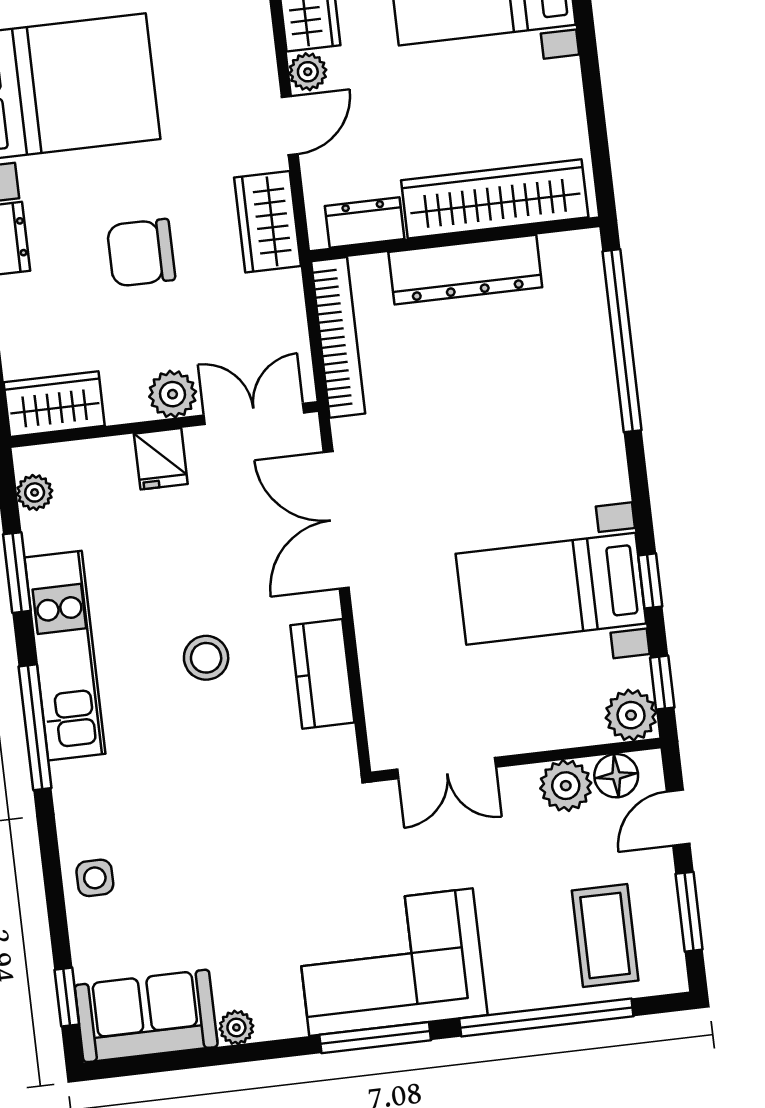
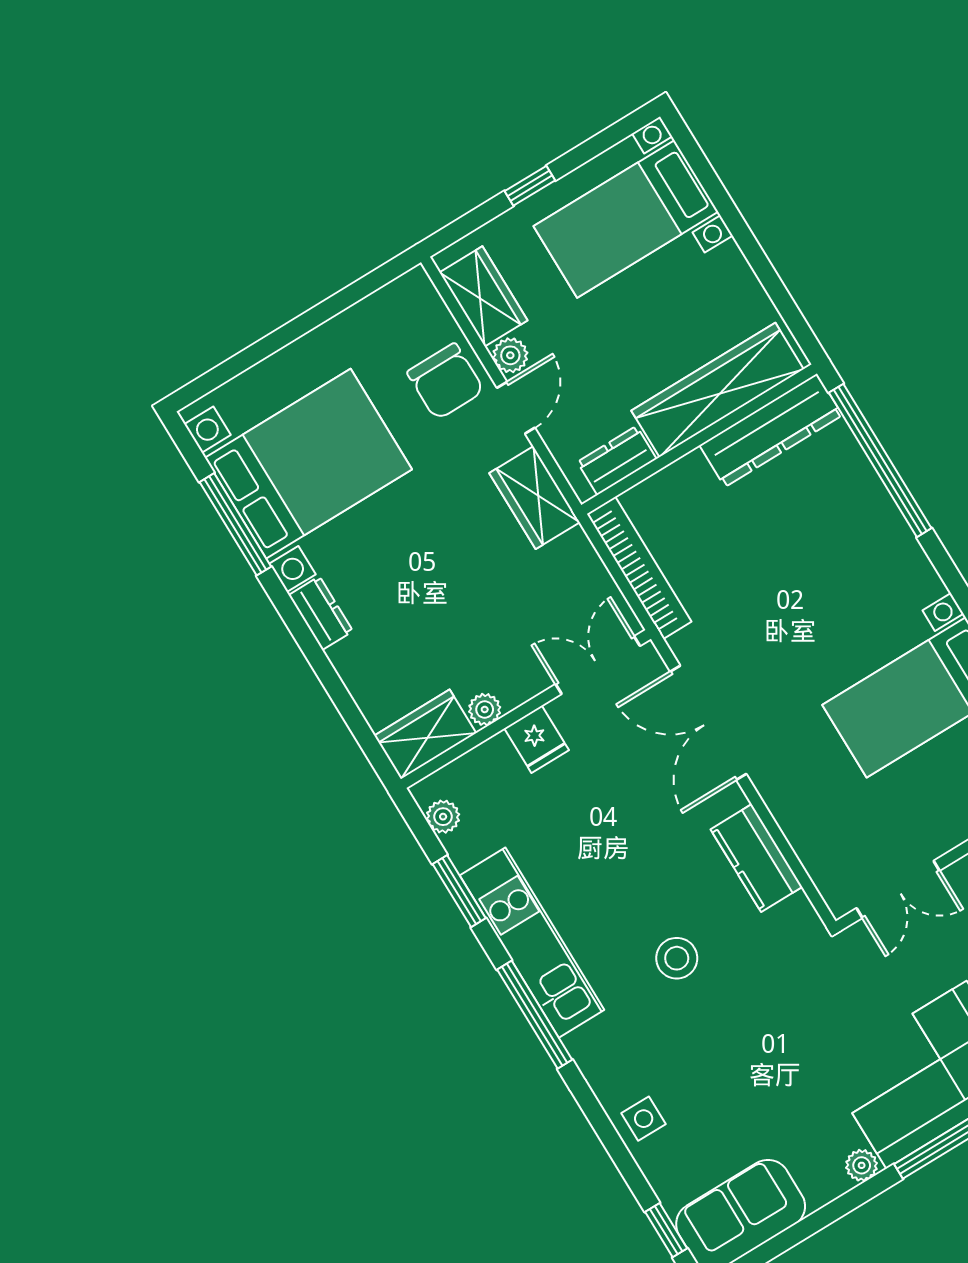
chair: (141, 253) -> (446, 381), moved, turned -90
dresser: (465, 270) -> (771, 430), moved
plant: (173, 394) -> (485, 709), moved, width x0.73, depth x0.73
stool: (206, 658) -> (677, 958), moved
plant: (236, 1028) -> (862, 1165), moved

